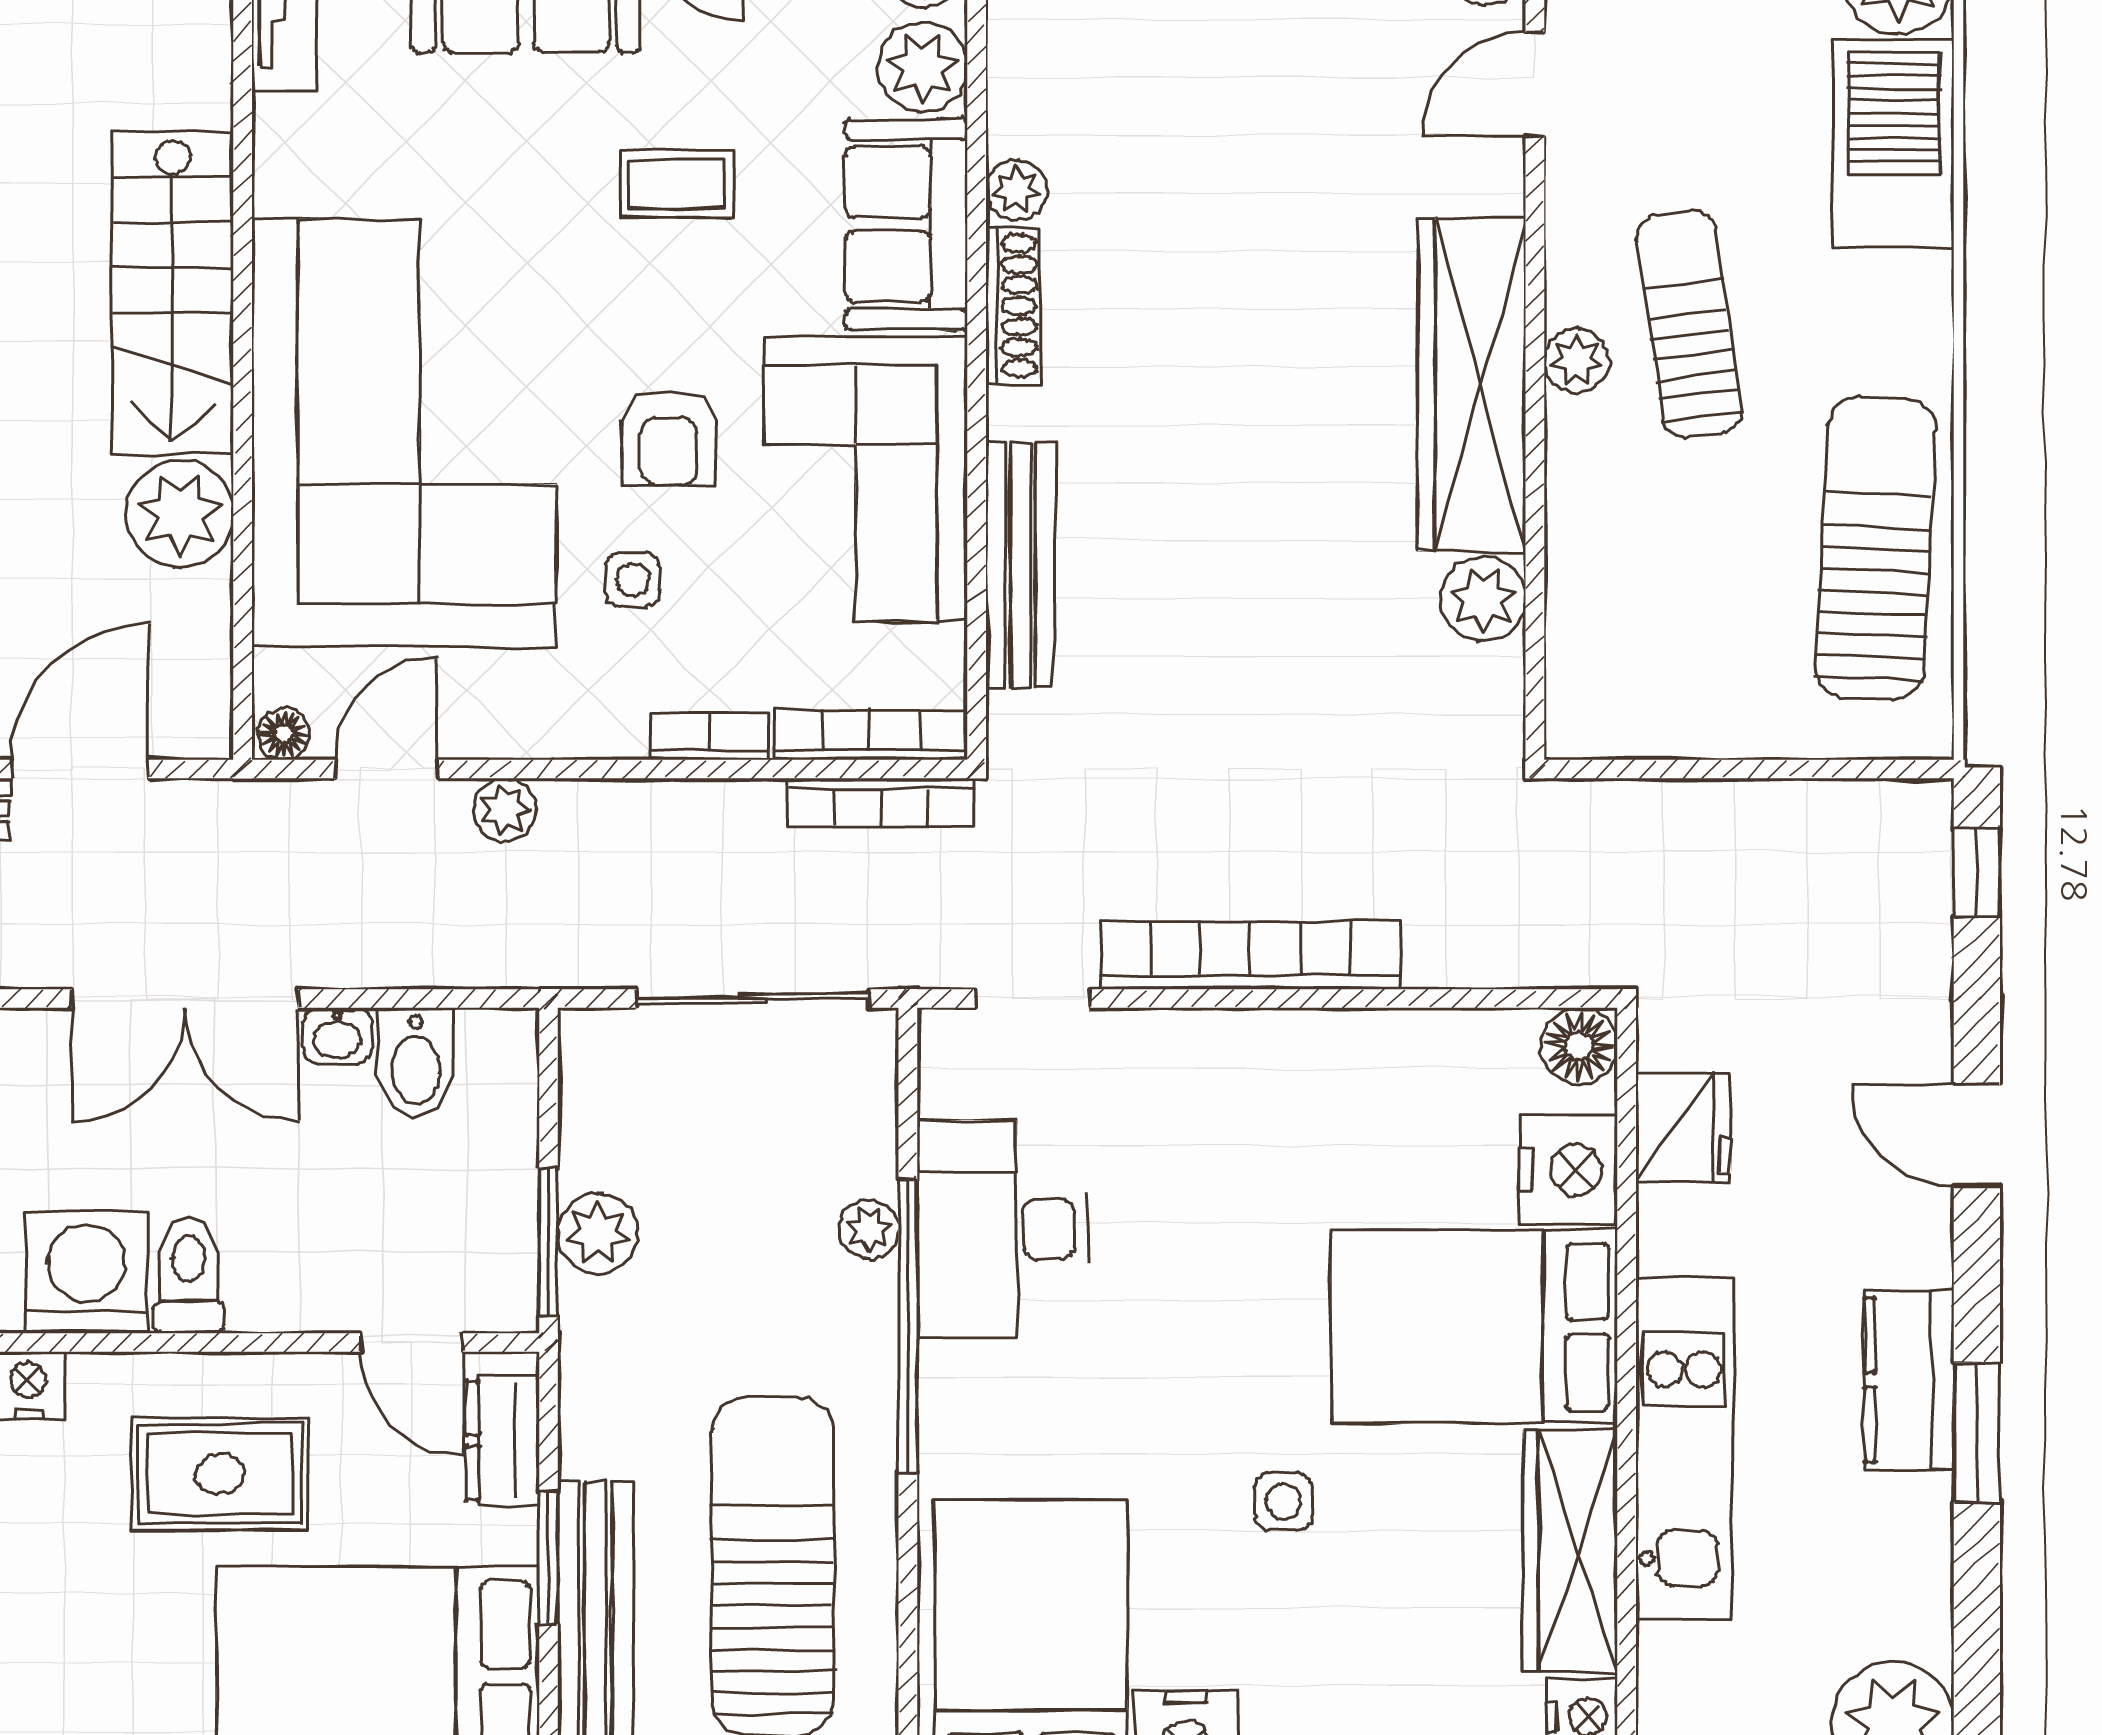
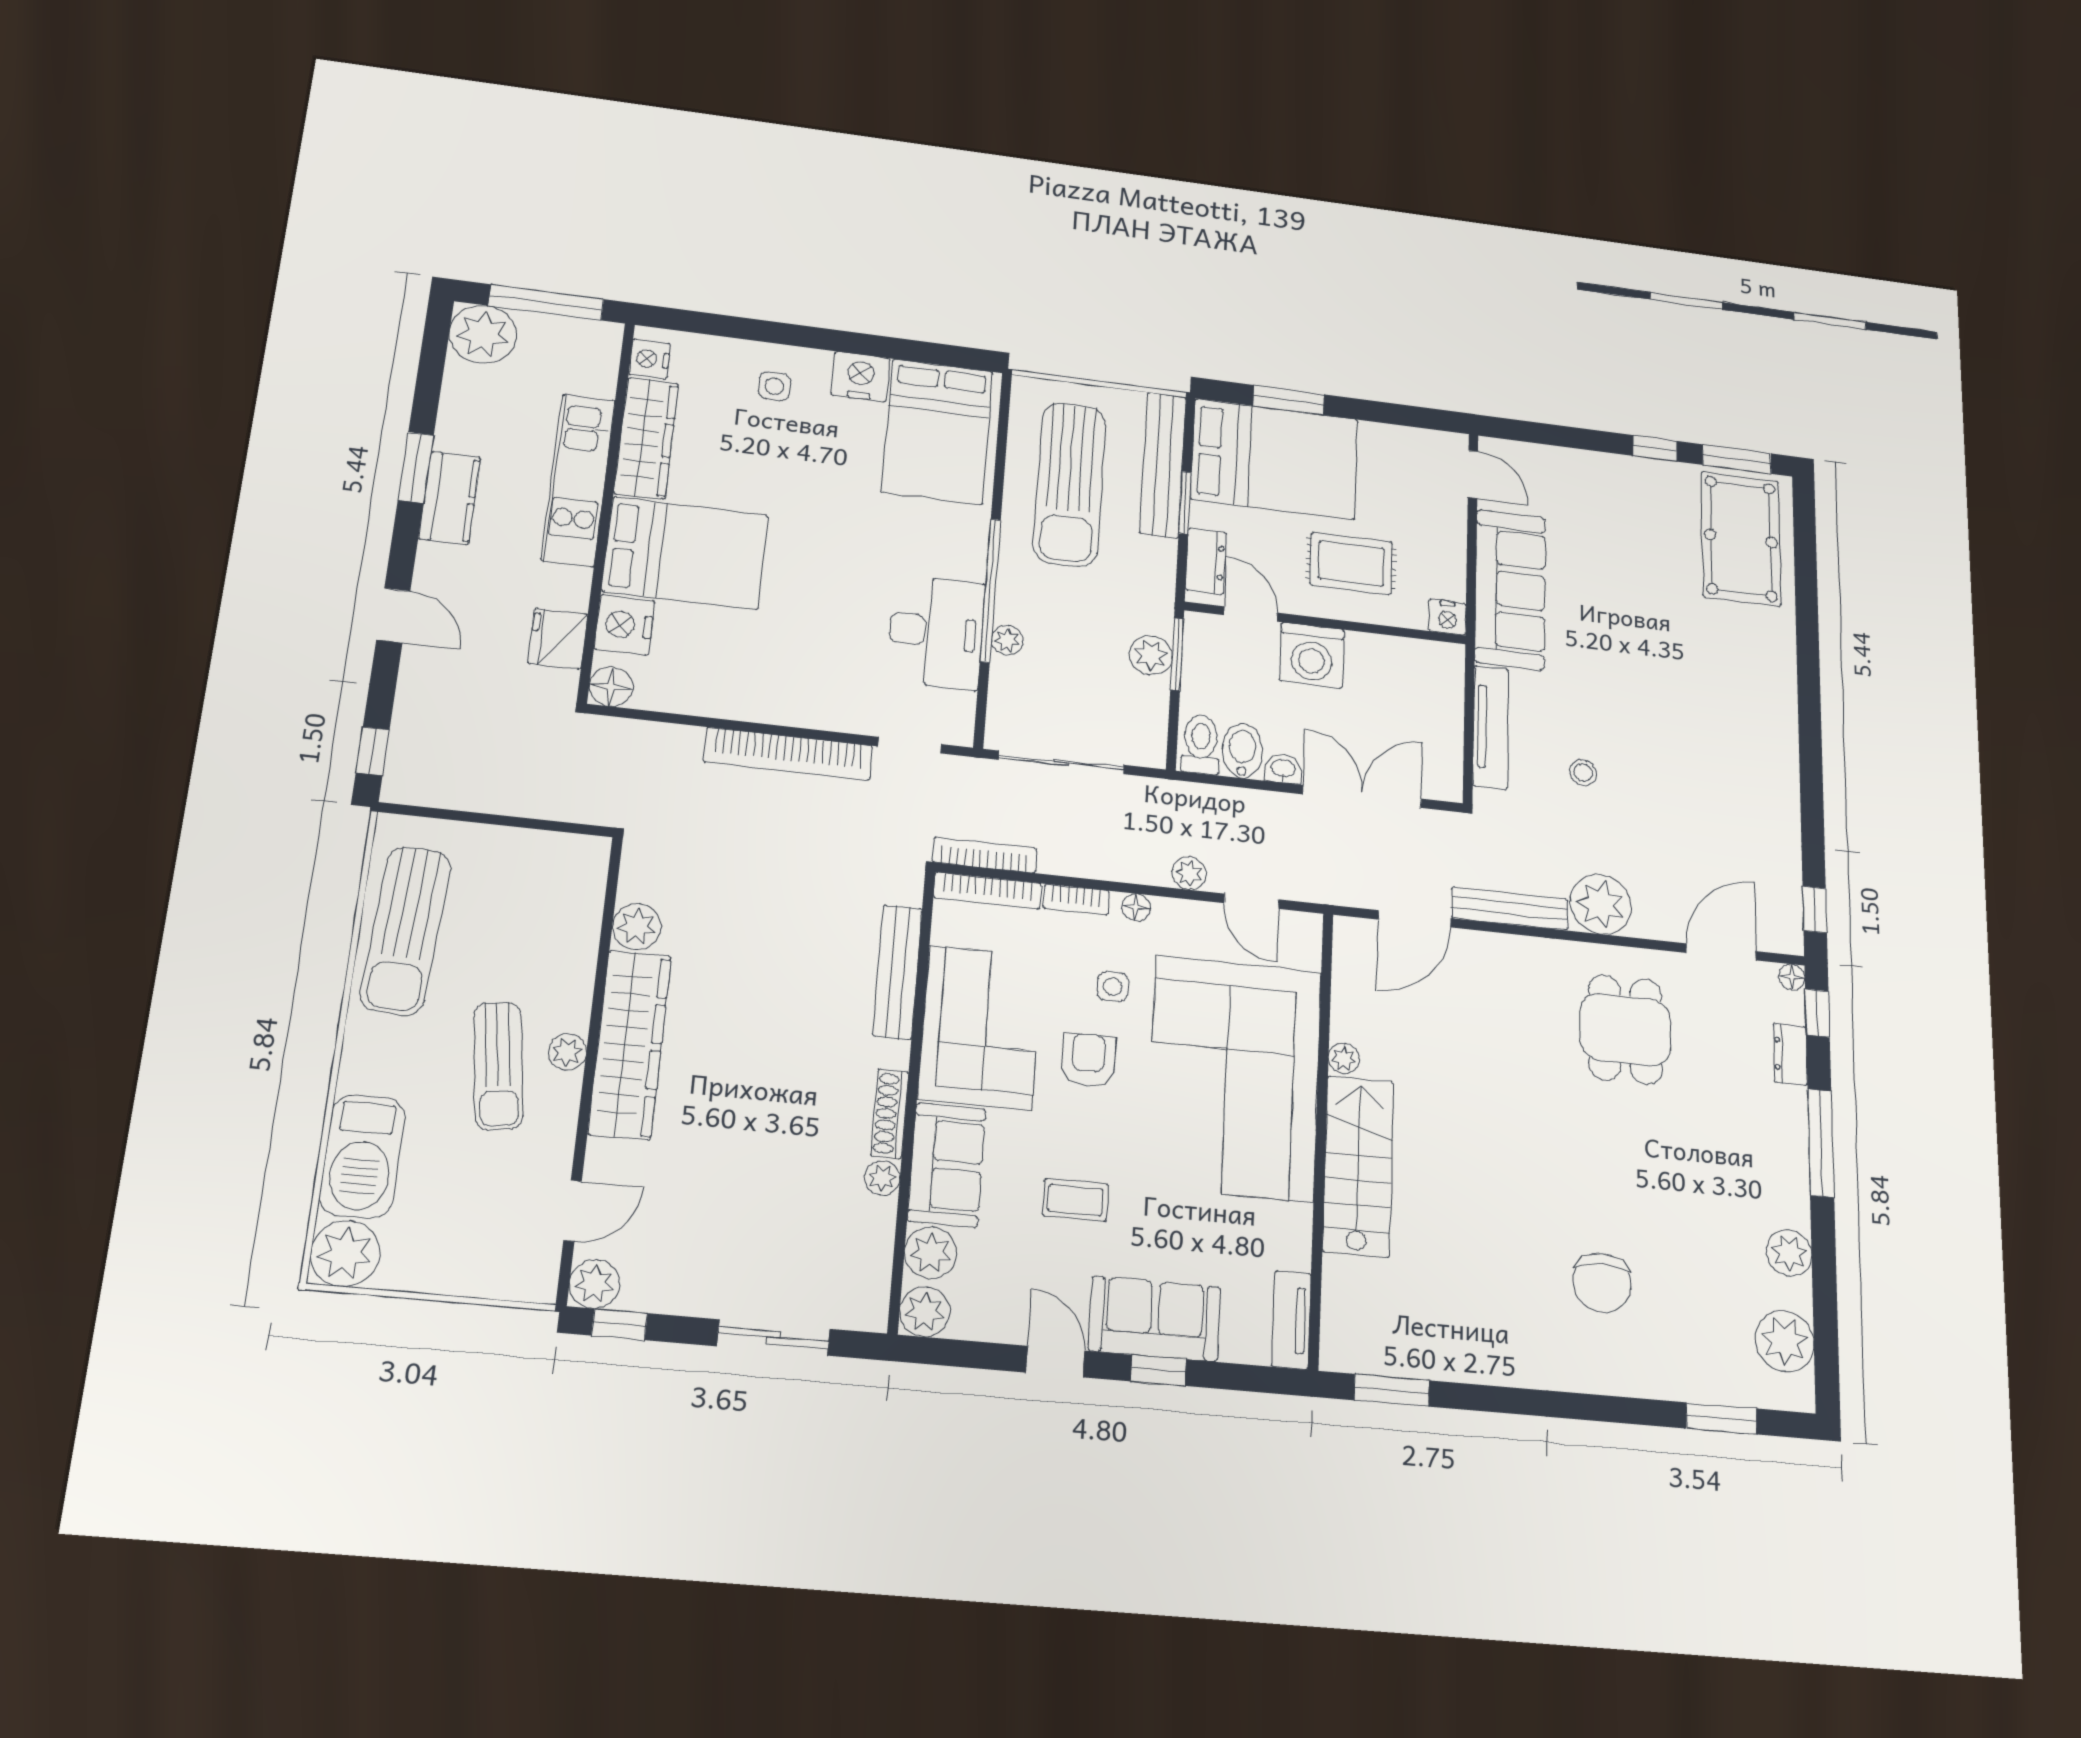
plant: (180, 514) -> (1344, 1058), width x0.53, depth x0.53
floor lamp: (284, 734) -> (1136, 907), moved
door: (386, 769) -> (1252, 901), hinge flipped
washing machine: (87, 1273) -> (1312, 655), moved
toilet: (189, 1275) -> (1201, 744), moved, turned 180
side table: (1283, 1502) -> (774, 386), moved

